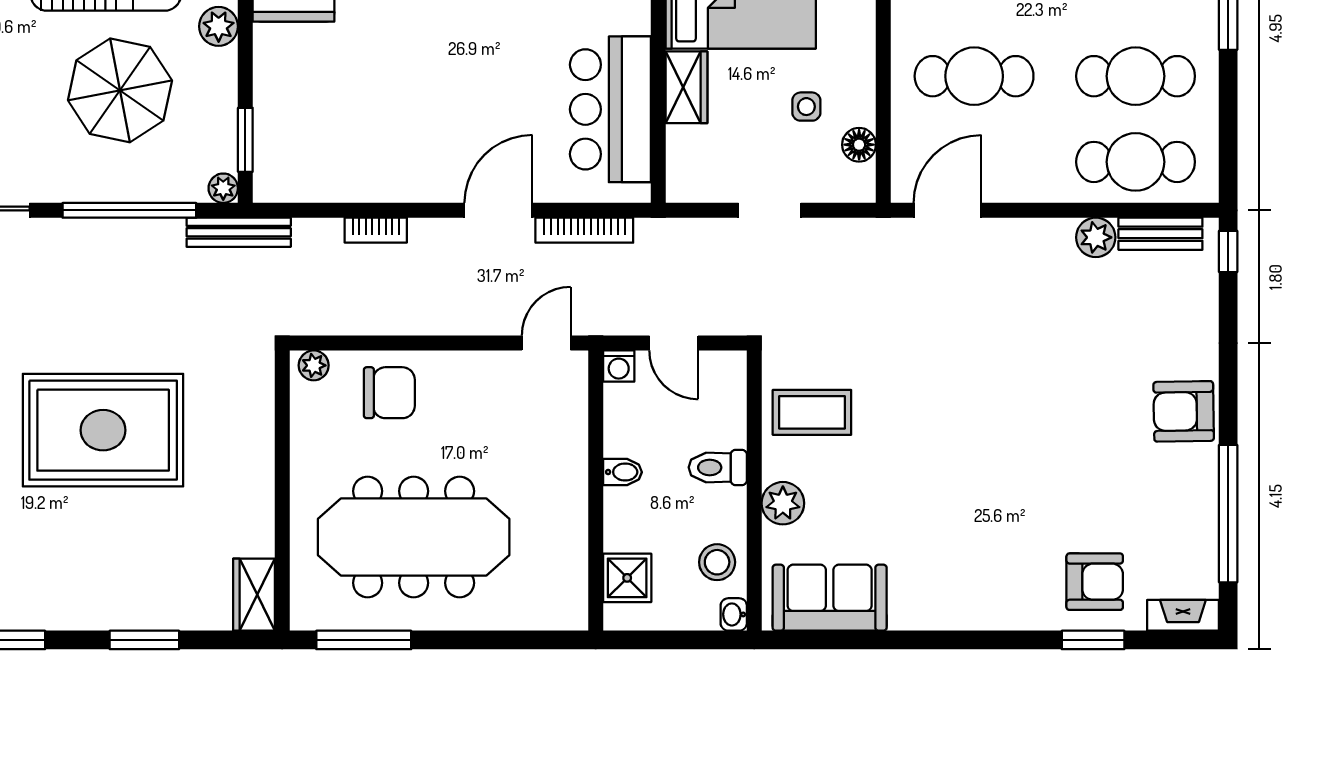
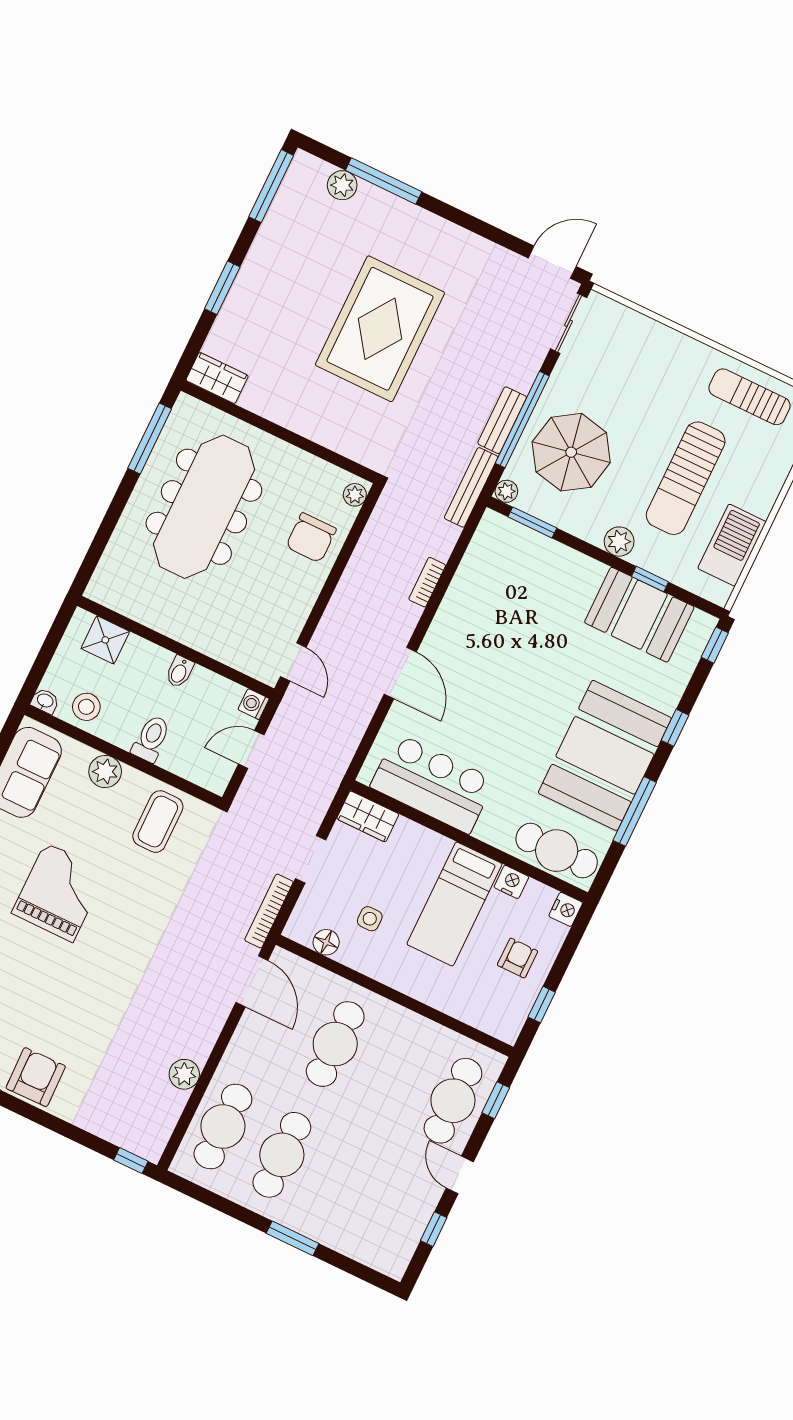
wardrobe: (687, 87) -> (368, 816), moved
parasol: (120, 90) -> (571, 452), moved
bookcase: (584, 230) -> (269, 911), moved
bench: (1160, 234) -> (502, 420), moved
grand piano: (952, 489) -> (59, 892), added

